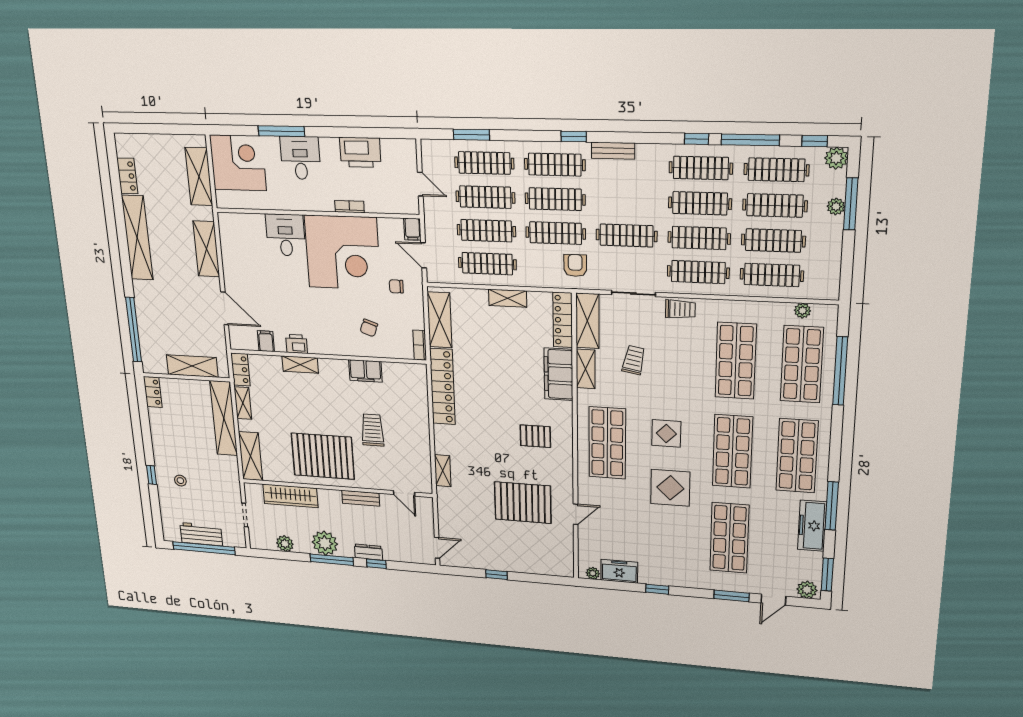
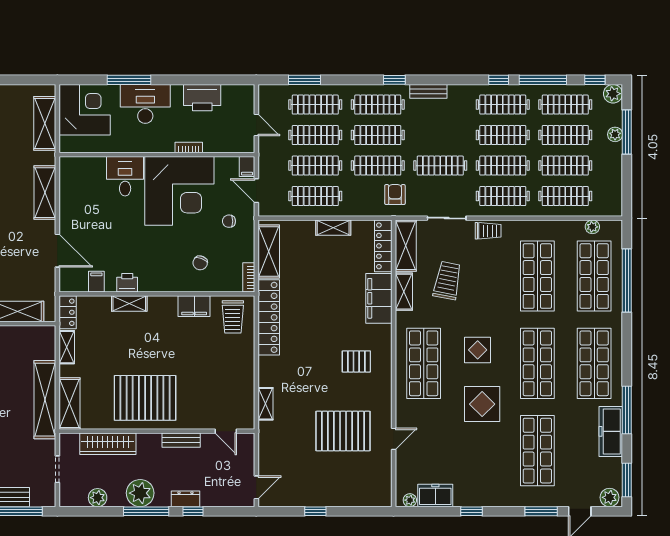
desk: (300, 158) -> (145, 104), width x1.37
trolley: (634, 360) -> (447, 281), width x1.36, depth x1.39
shelving: (224, 418) -> (45, 400), moved
trolley: (372, 430) -> (233, 317), moved, turned 180

